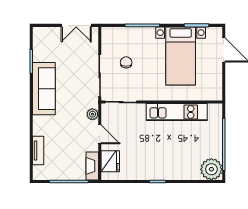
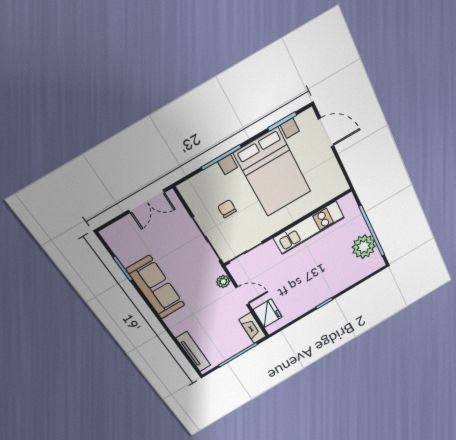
bed with nightstands: (181, 56) -> (273, 173), width x1.36
tv unit: (38, 151) -> (193, 352), width x1.41
plant: (211, 169) -> (364, 247), moved

